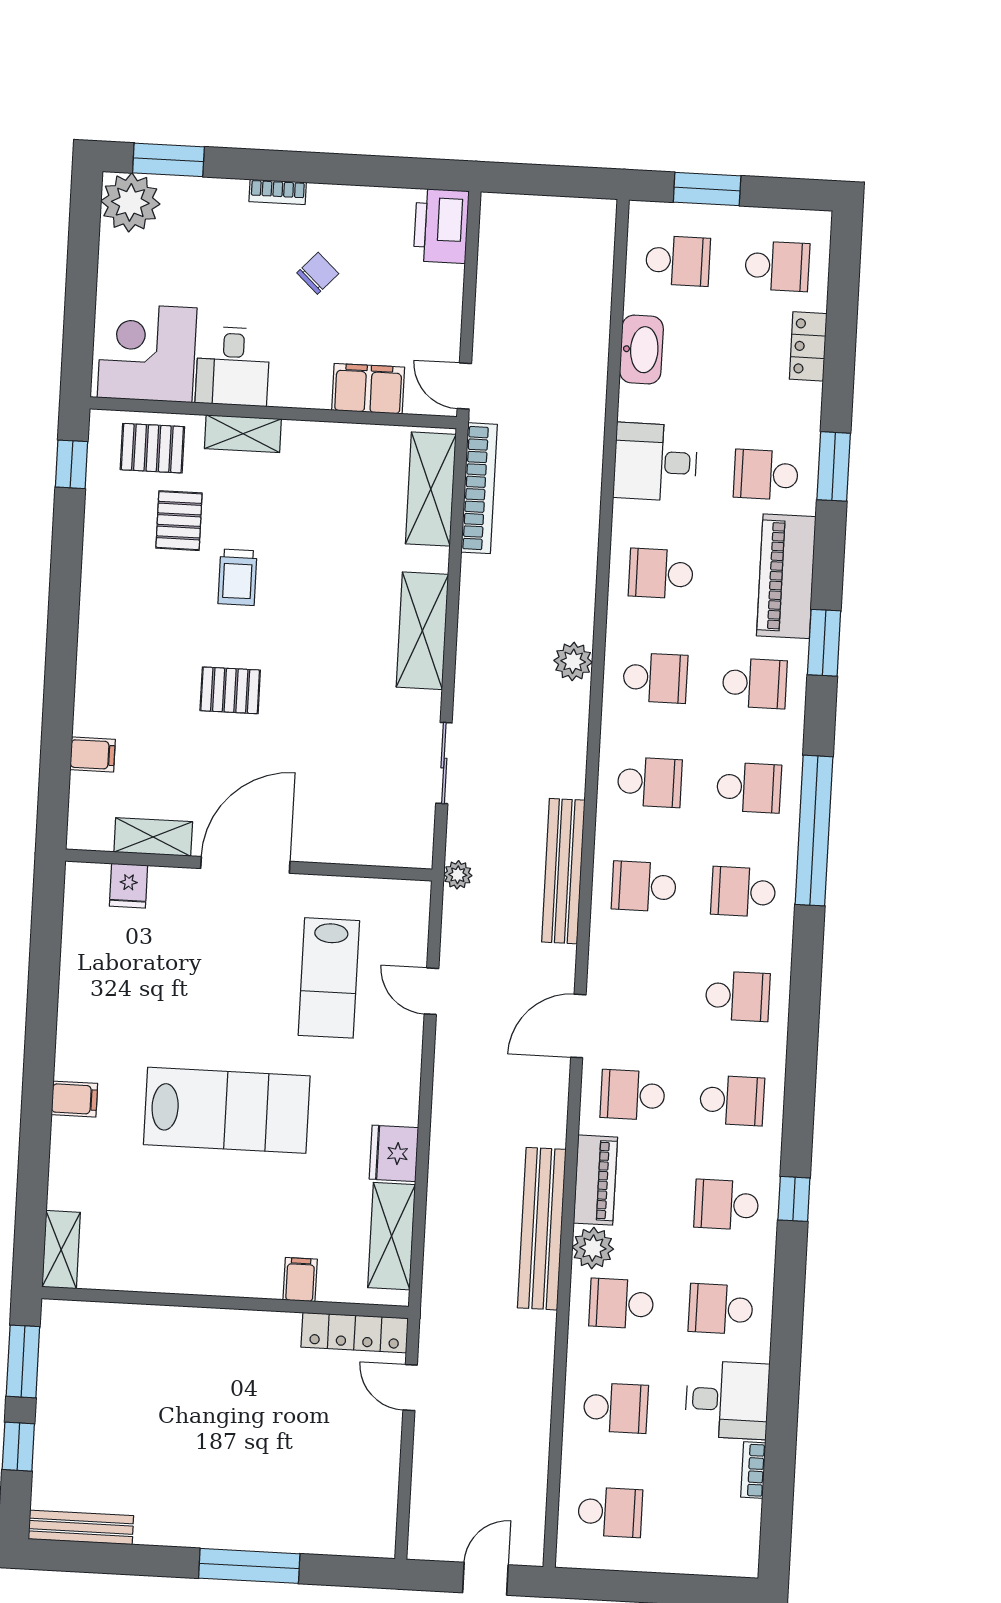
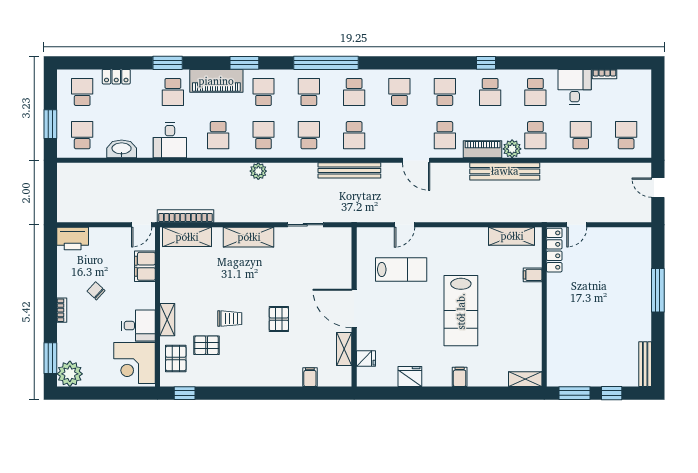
plant: (458, 875) -> (353, 216), removed
lab bench: (227, 1110) -> (461, 311), turned 180
fridge: (394, 1153) -> (410, 377), moved, turned 180

